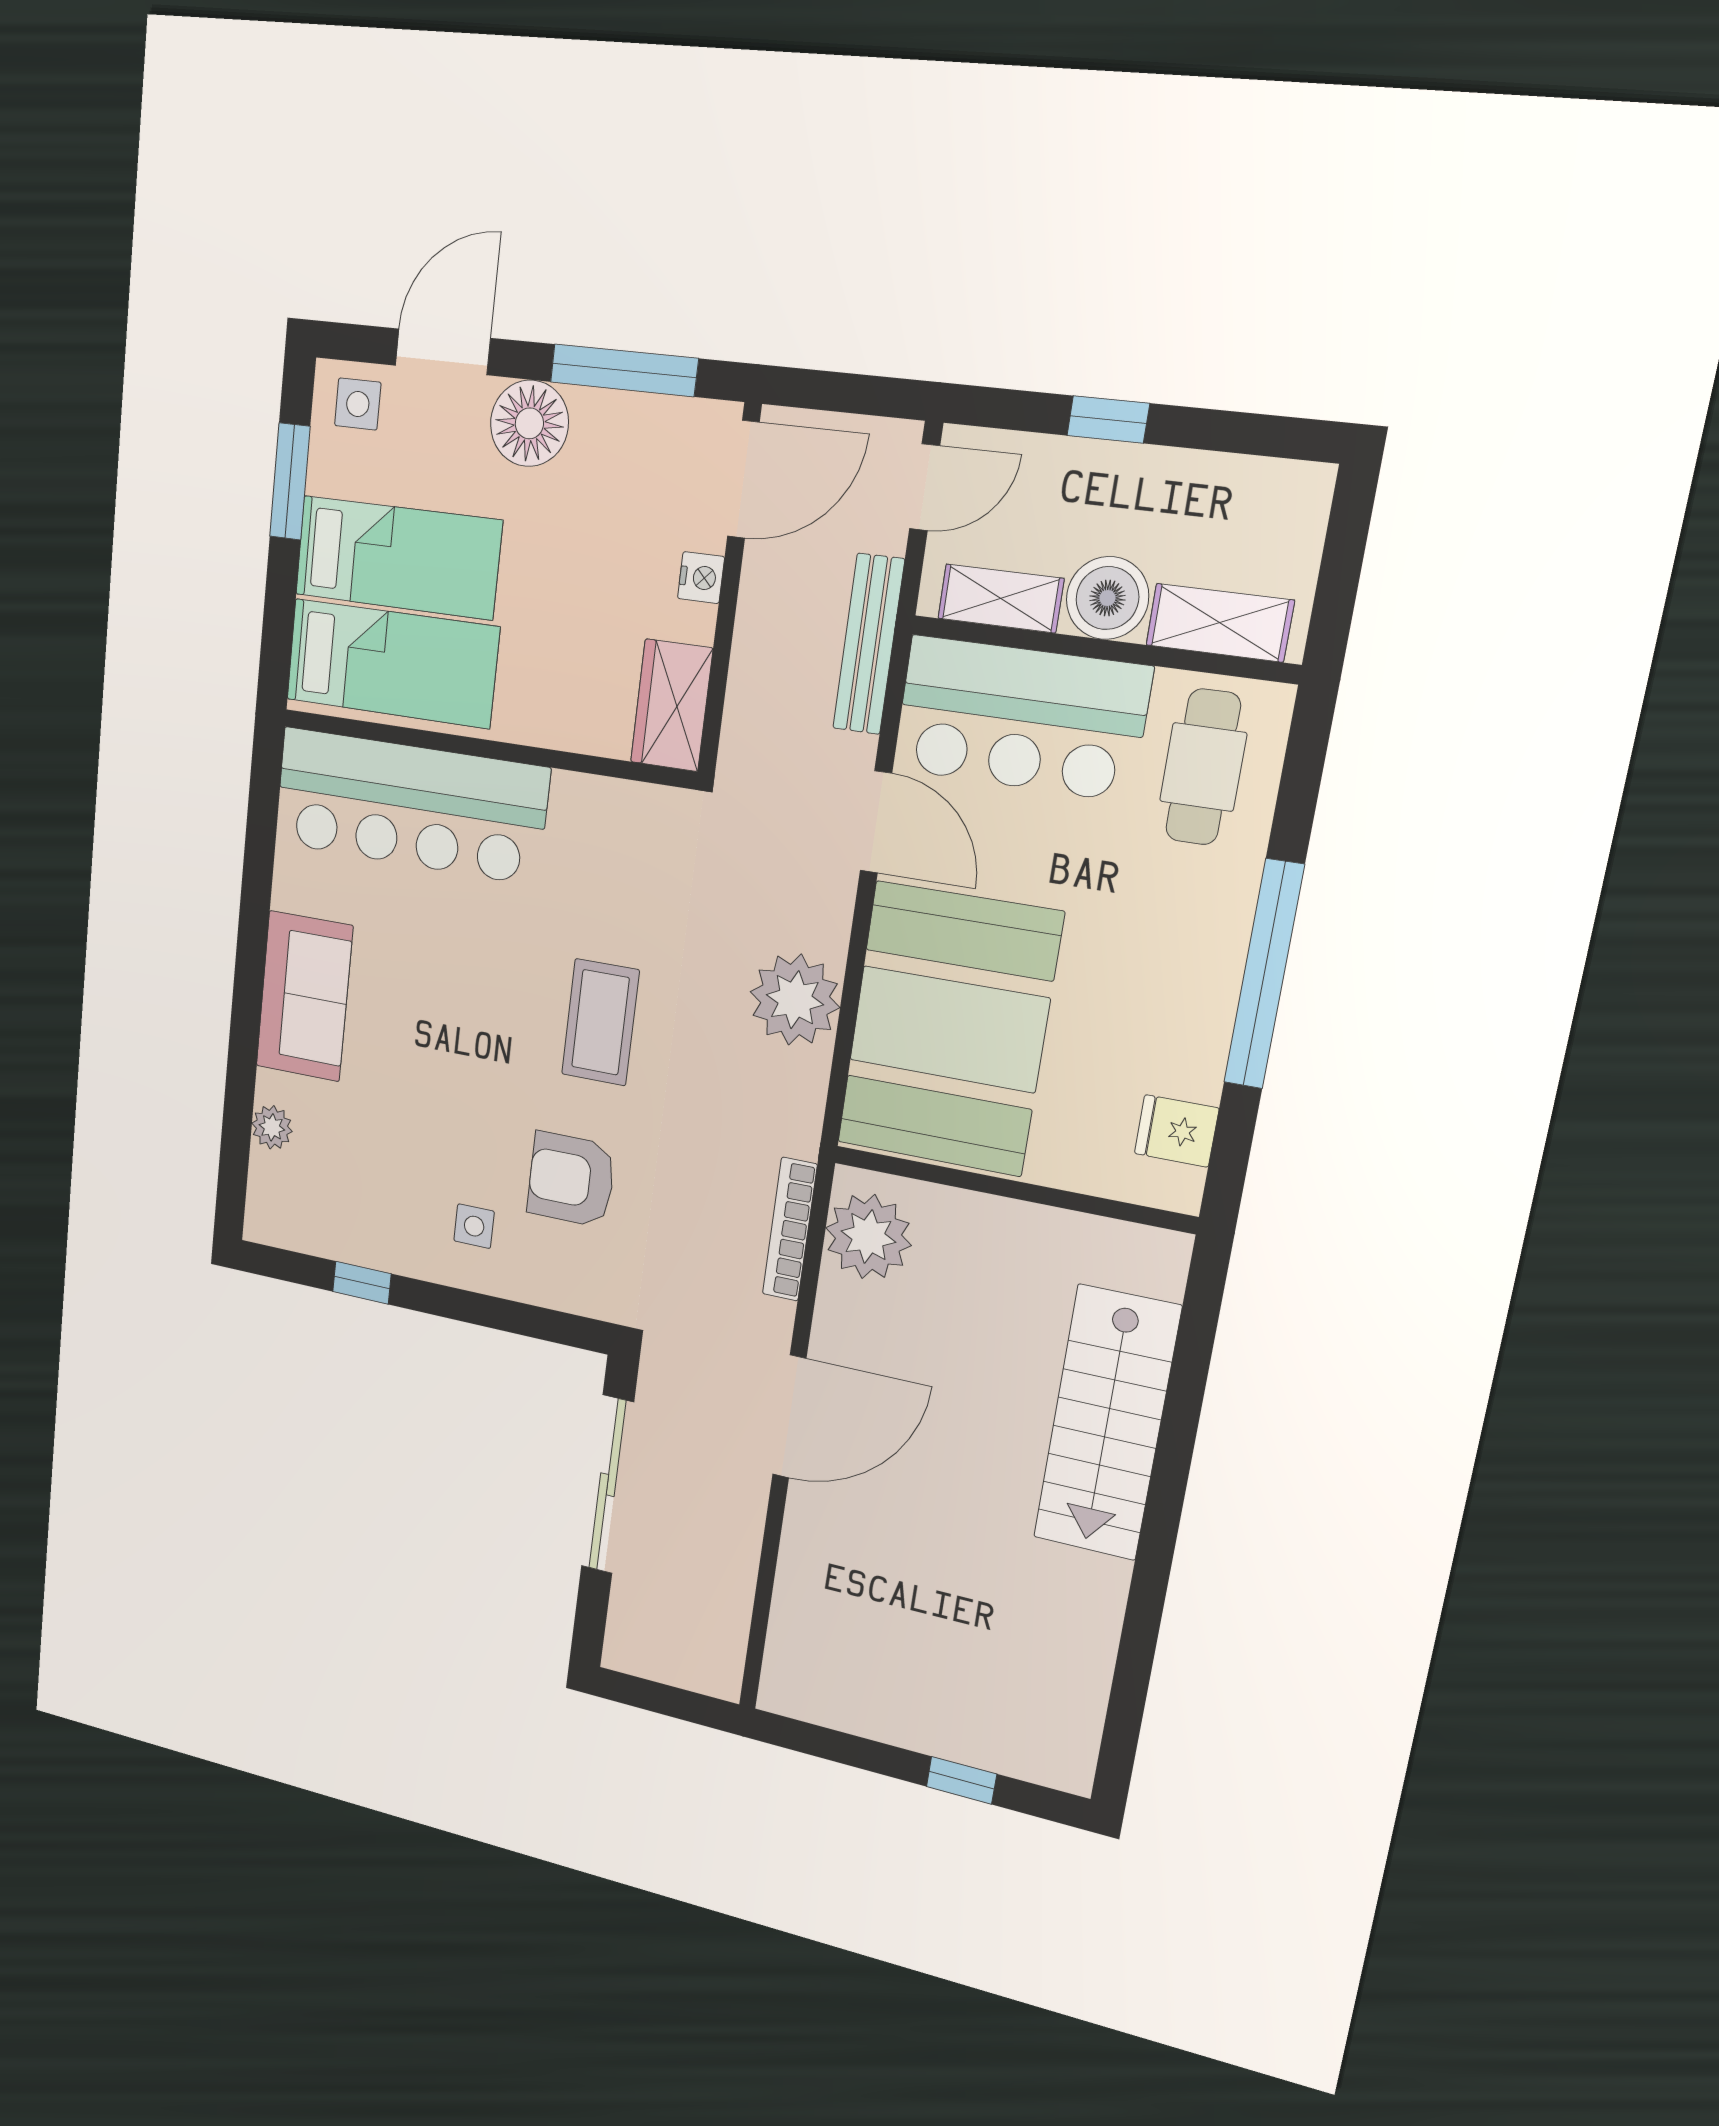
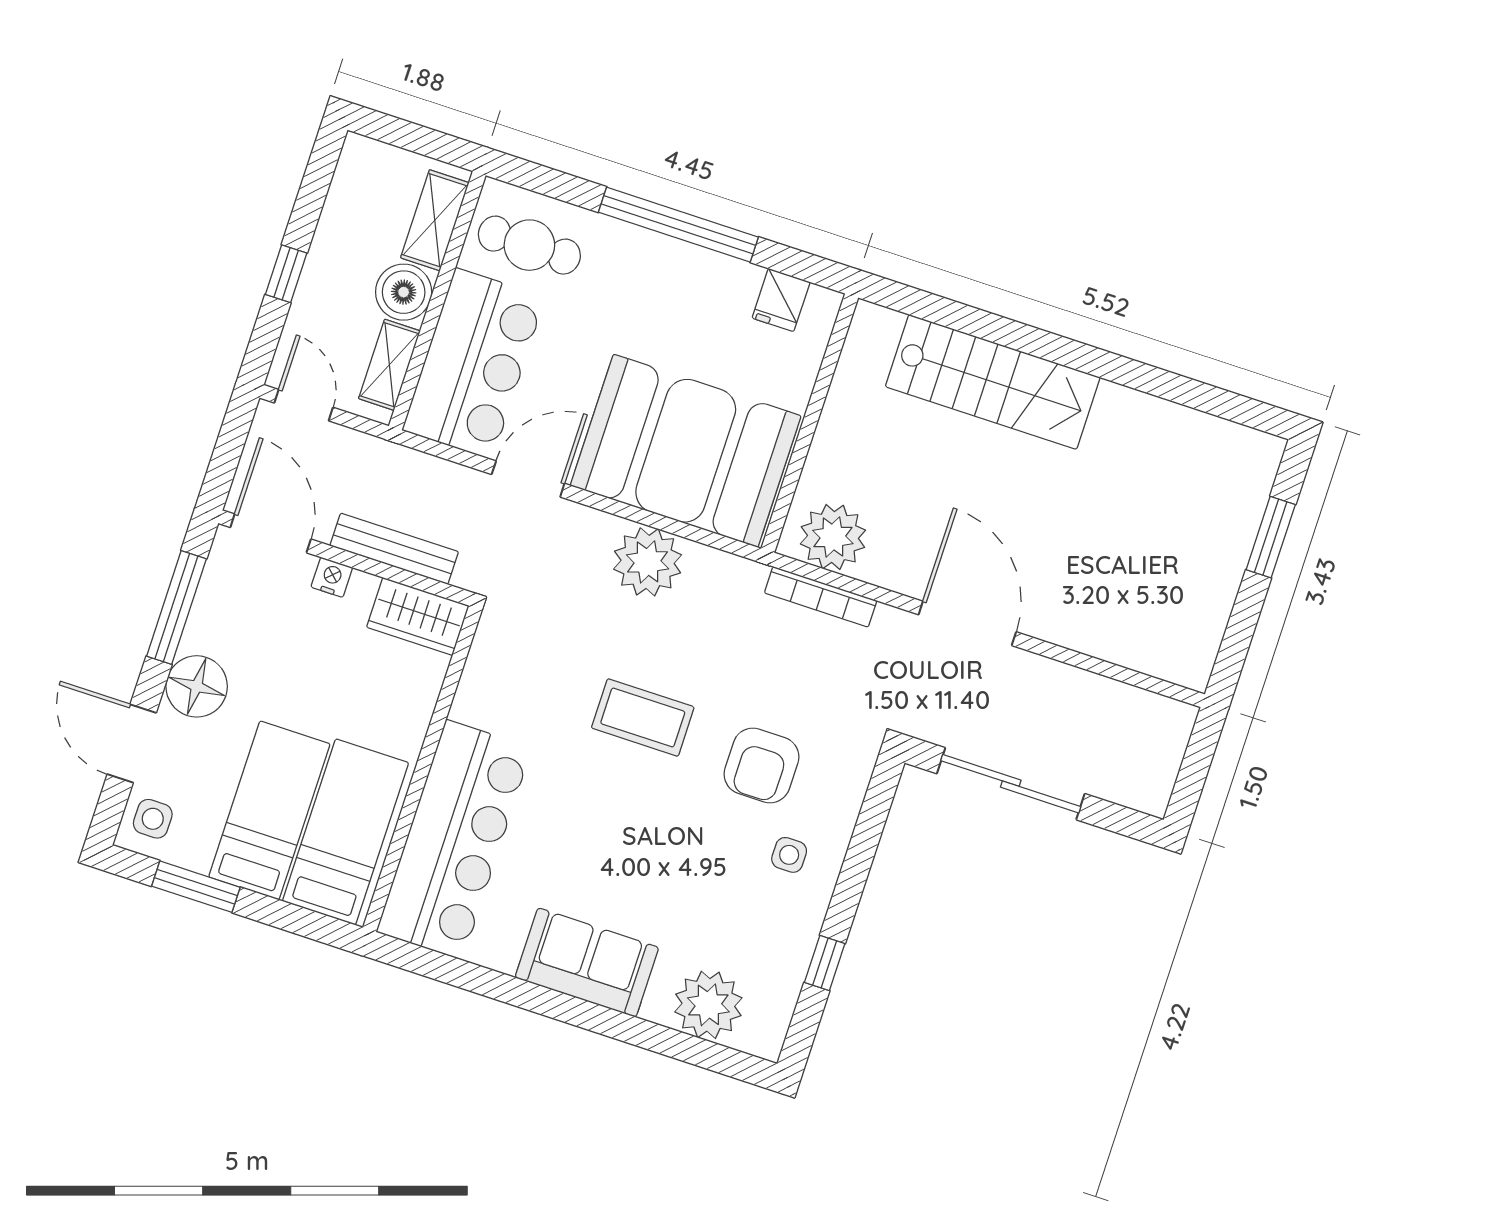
bench: (869, 644) -> (394, 549), moved
plant: (272, 1127) -> (708, 1005), width x1.88, depth x1.88
window: (962, 1780) -> (1271, 537), width x1.50

